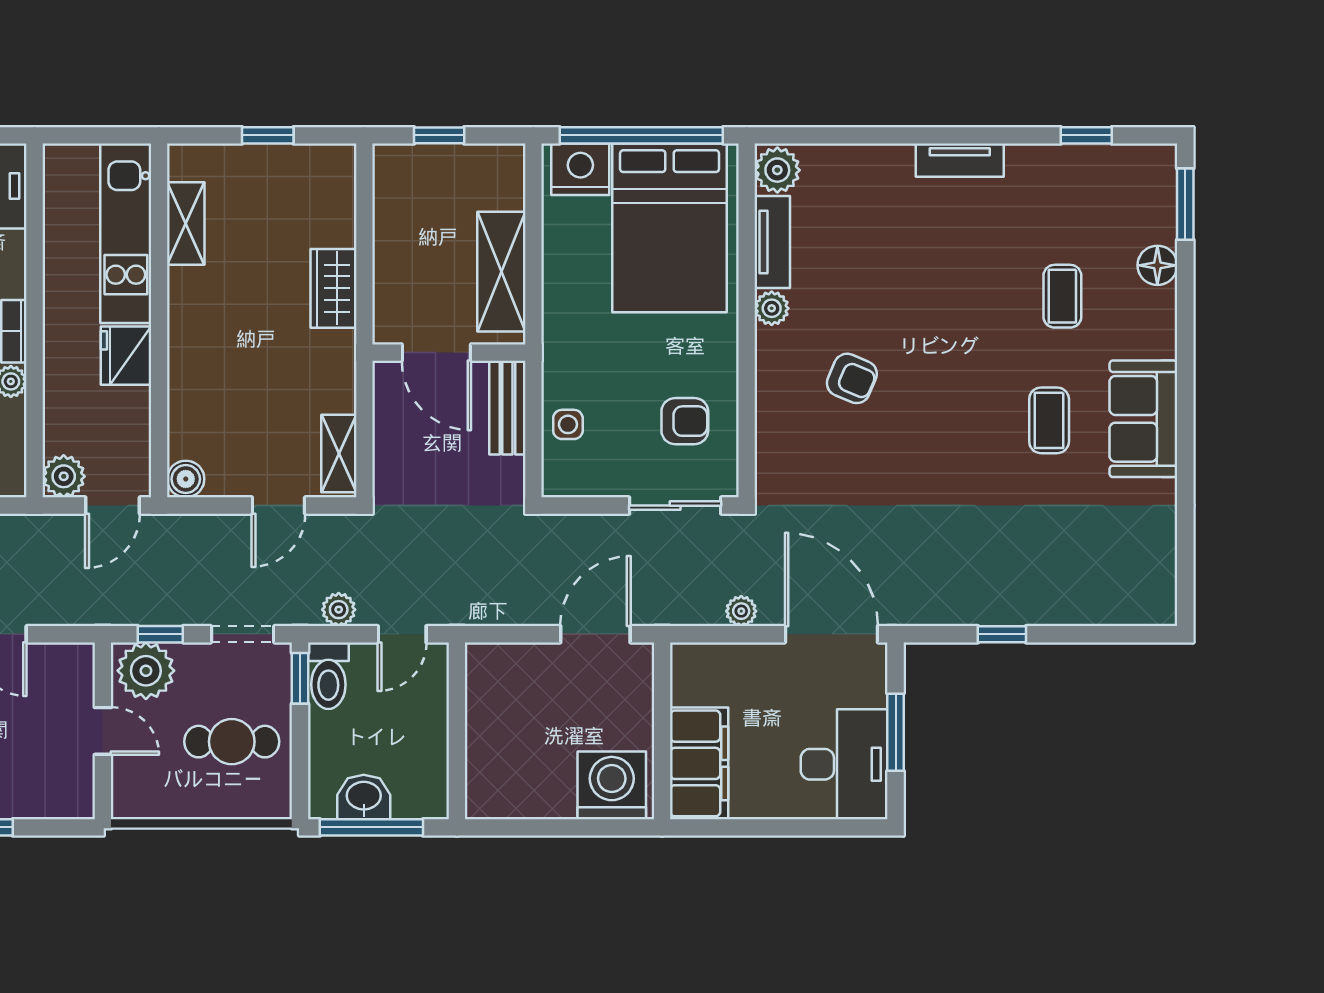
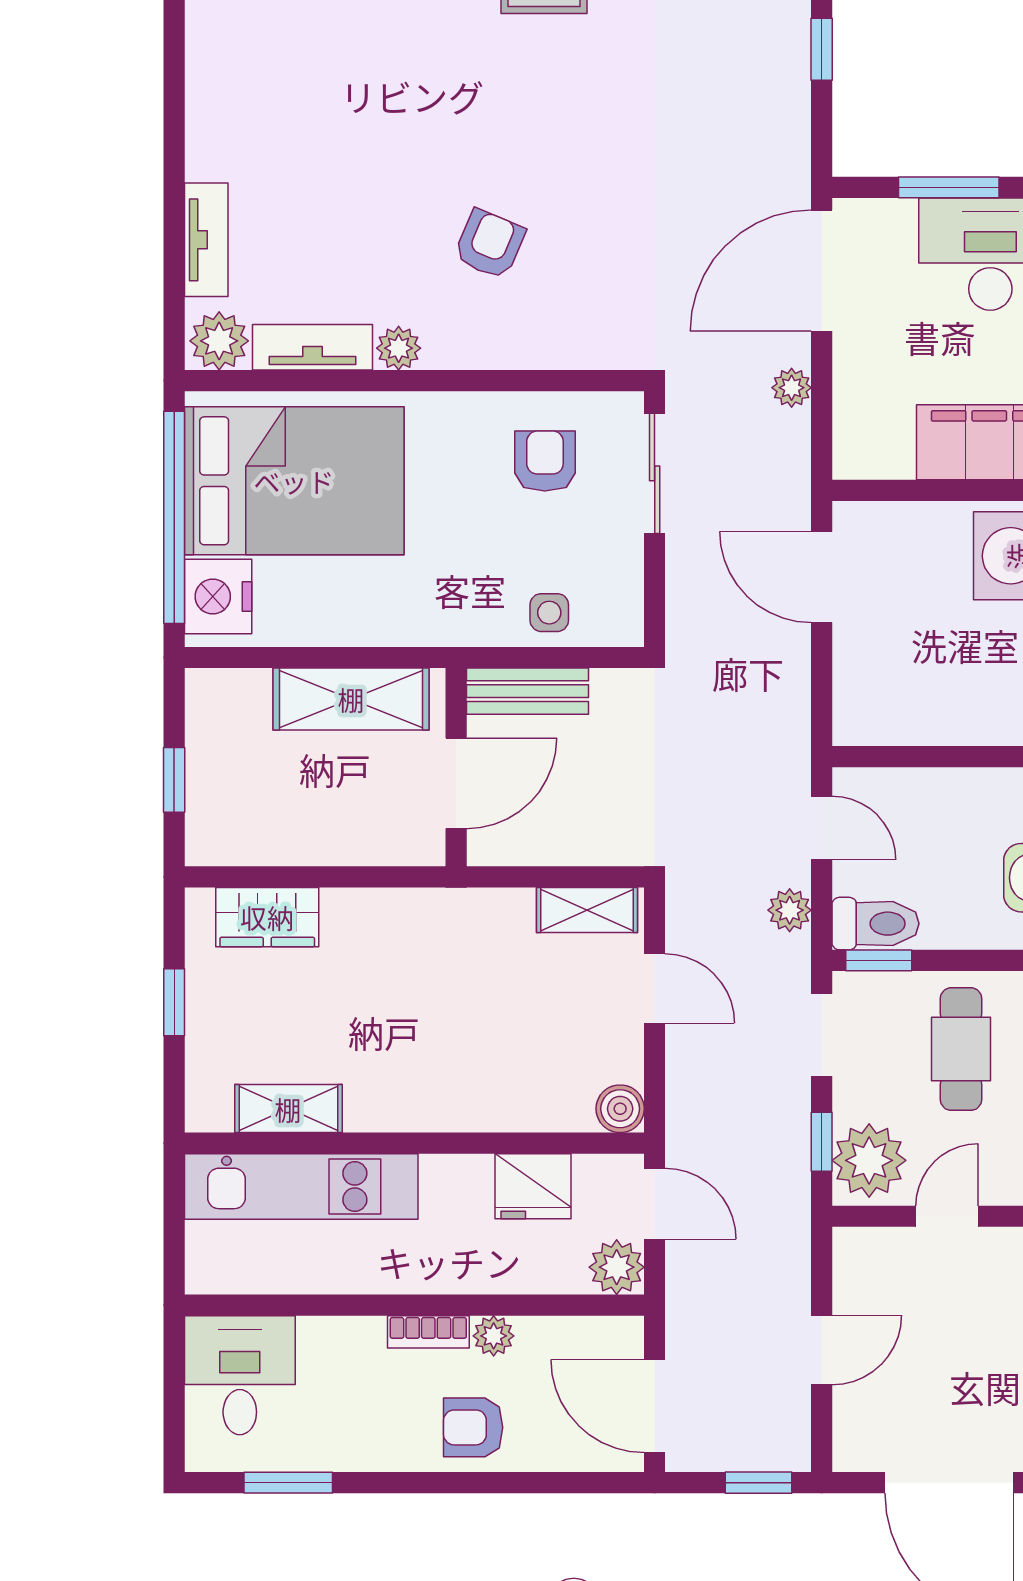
tv unit: (960, 160) -> (206, 240), moved
wardrobe: (333, 288) -> (267, 917), moved
fridge: (126, 356) -> (533, 1186), moved

